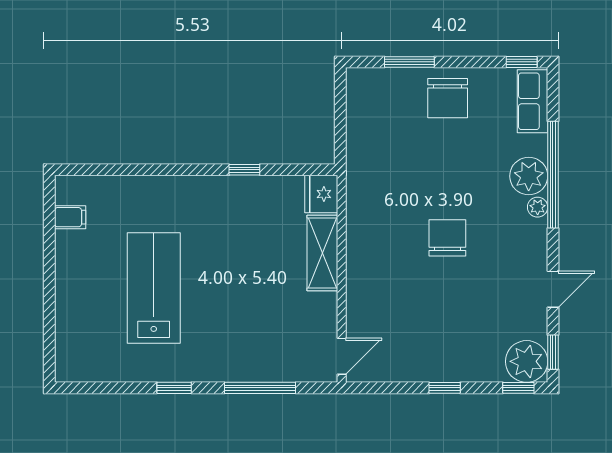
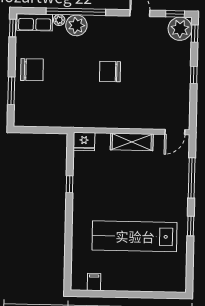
plant: (538, 207) -> (59, 20), moved
shelving: (322, 253) -> (132, 142), moved
lab bench: (154, 288) -> (135, 236), width x1.36
door: (342, 356) -> (175, 132), swing flipped

